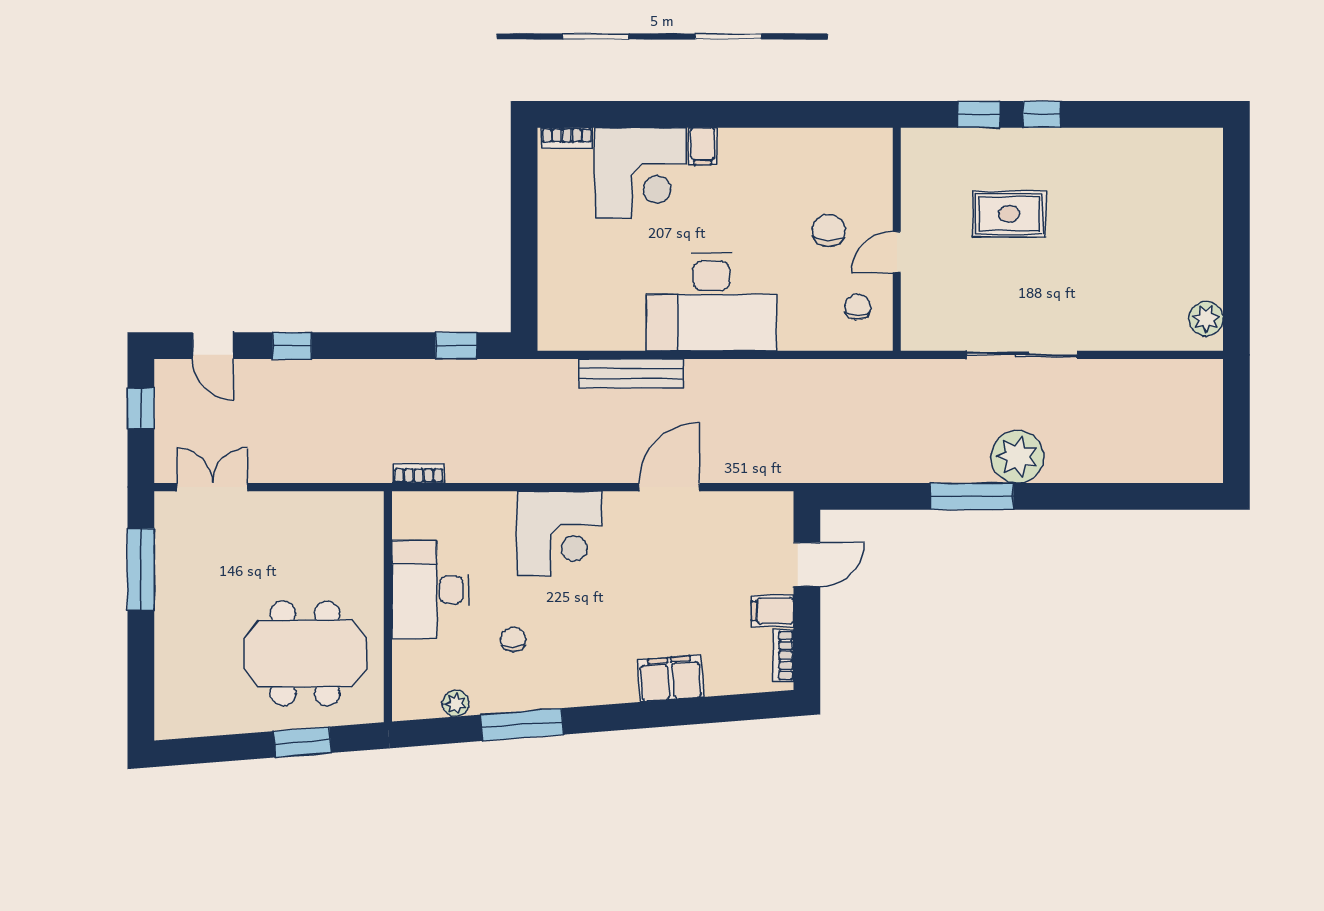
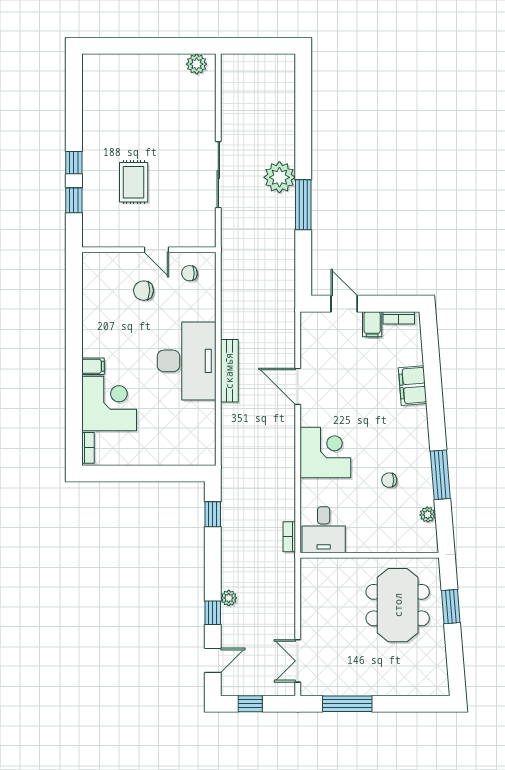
plant: (317, 372) -> (229, 598), added
bench: (631, 373) -> (229, 371), moved
desk: (431, 590) -> (324, 530), moved, width x0.73

